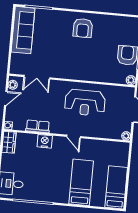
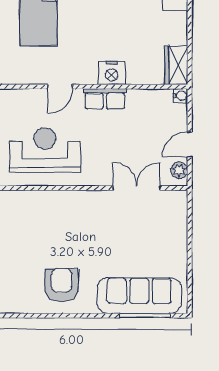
sofa: (23, 30) -> (139, 296), moved, turned 90
row of seats: (38, 126) -> (105, 99), moved
door: (74, 136) -> (60, 87), swing flipped

